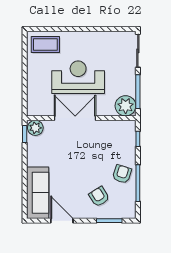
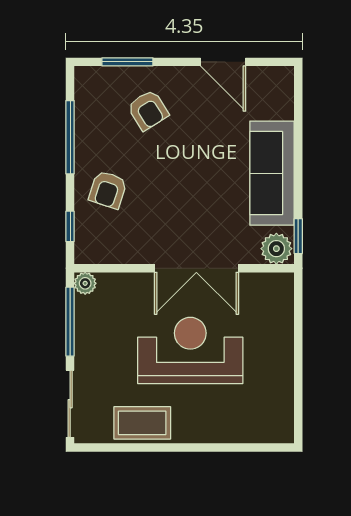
coffee table: (45, 44) -> (142, 423), moved
reception desk: (78, 77) -> (190, 350), turned 180
plant: (126, 106) -> (85, 283), width x0.53, depth x0.53
armchair: (122, 174) -> (108, 190), moved
sofa: (38, 193) -> (272, 173), moved

